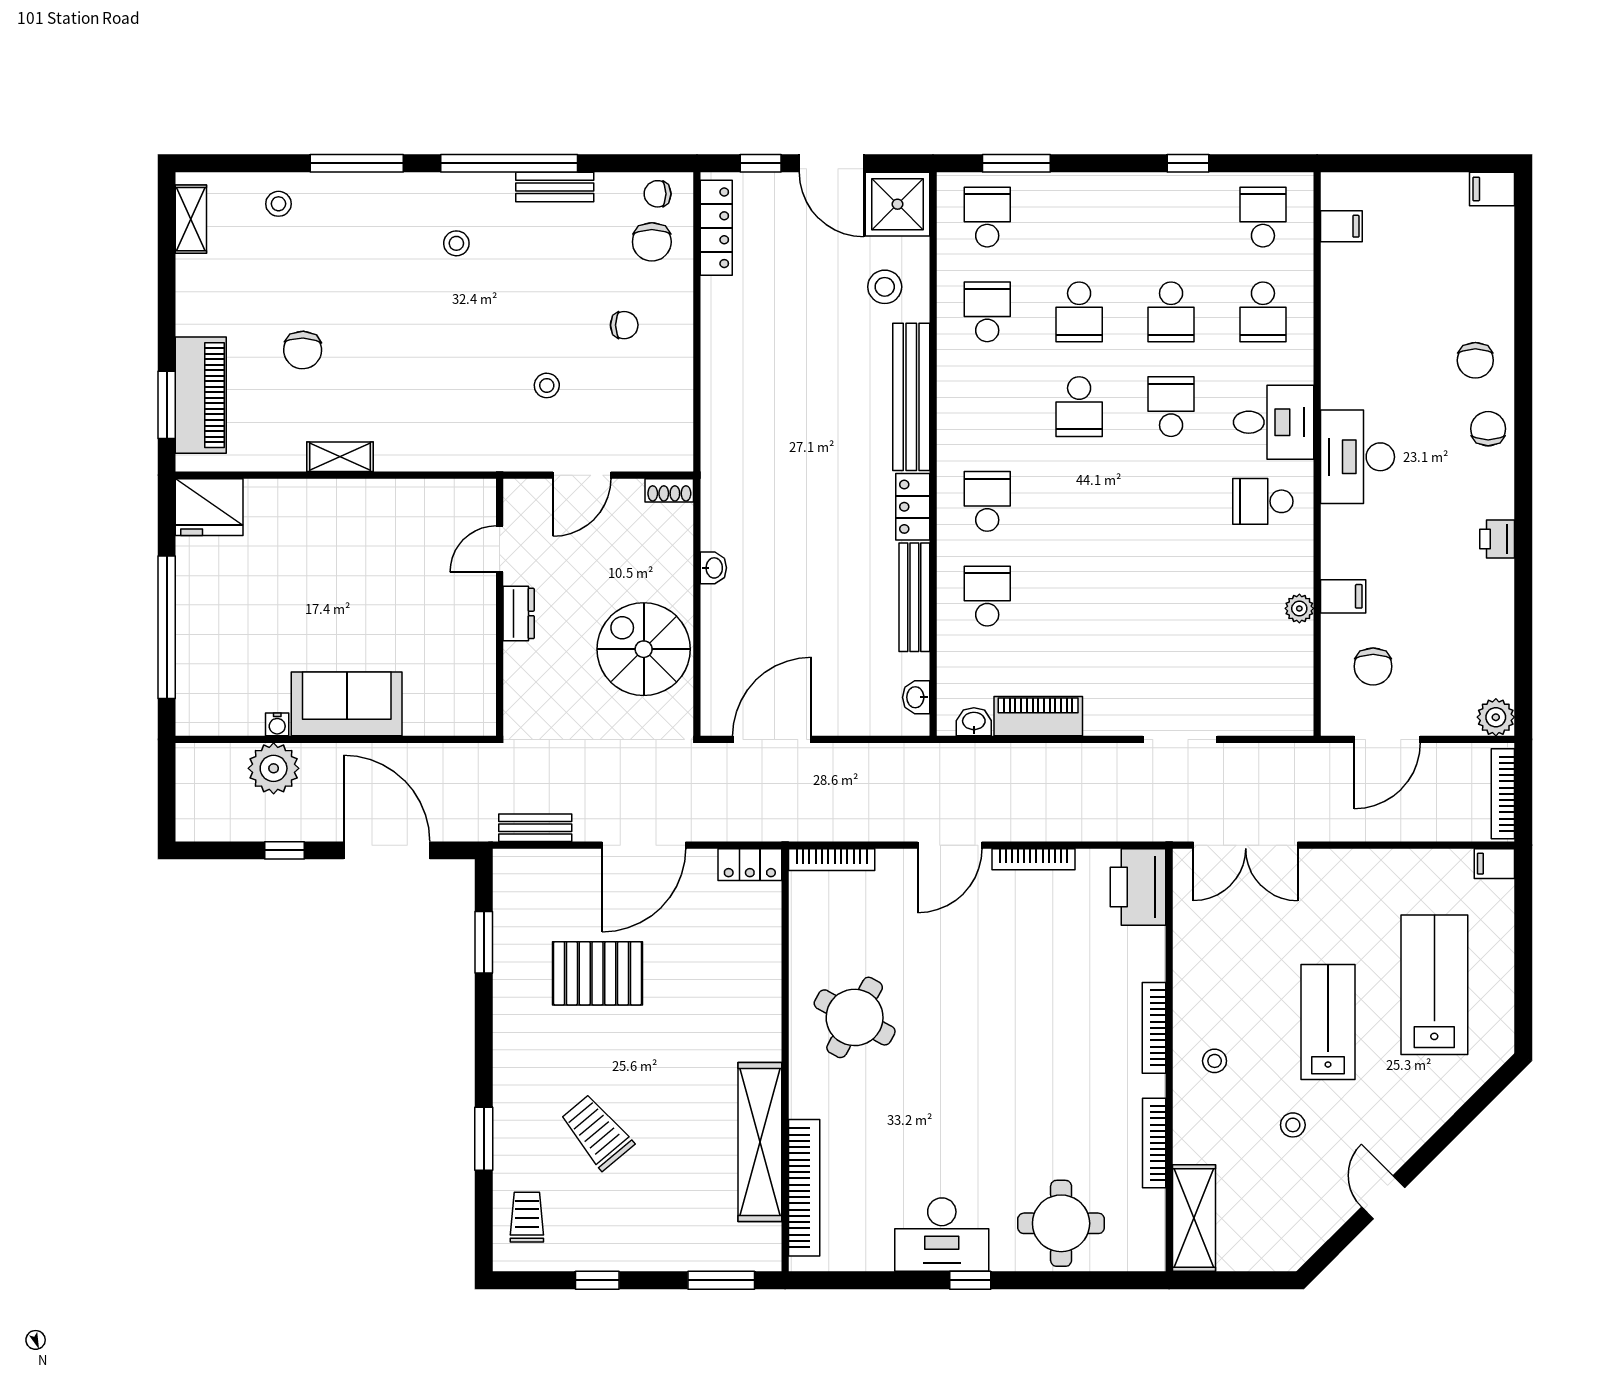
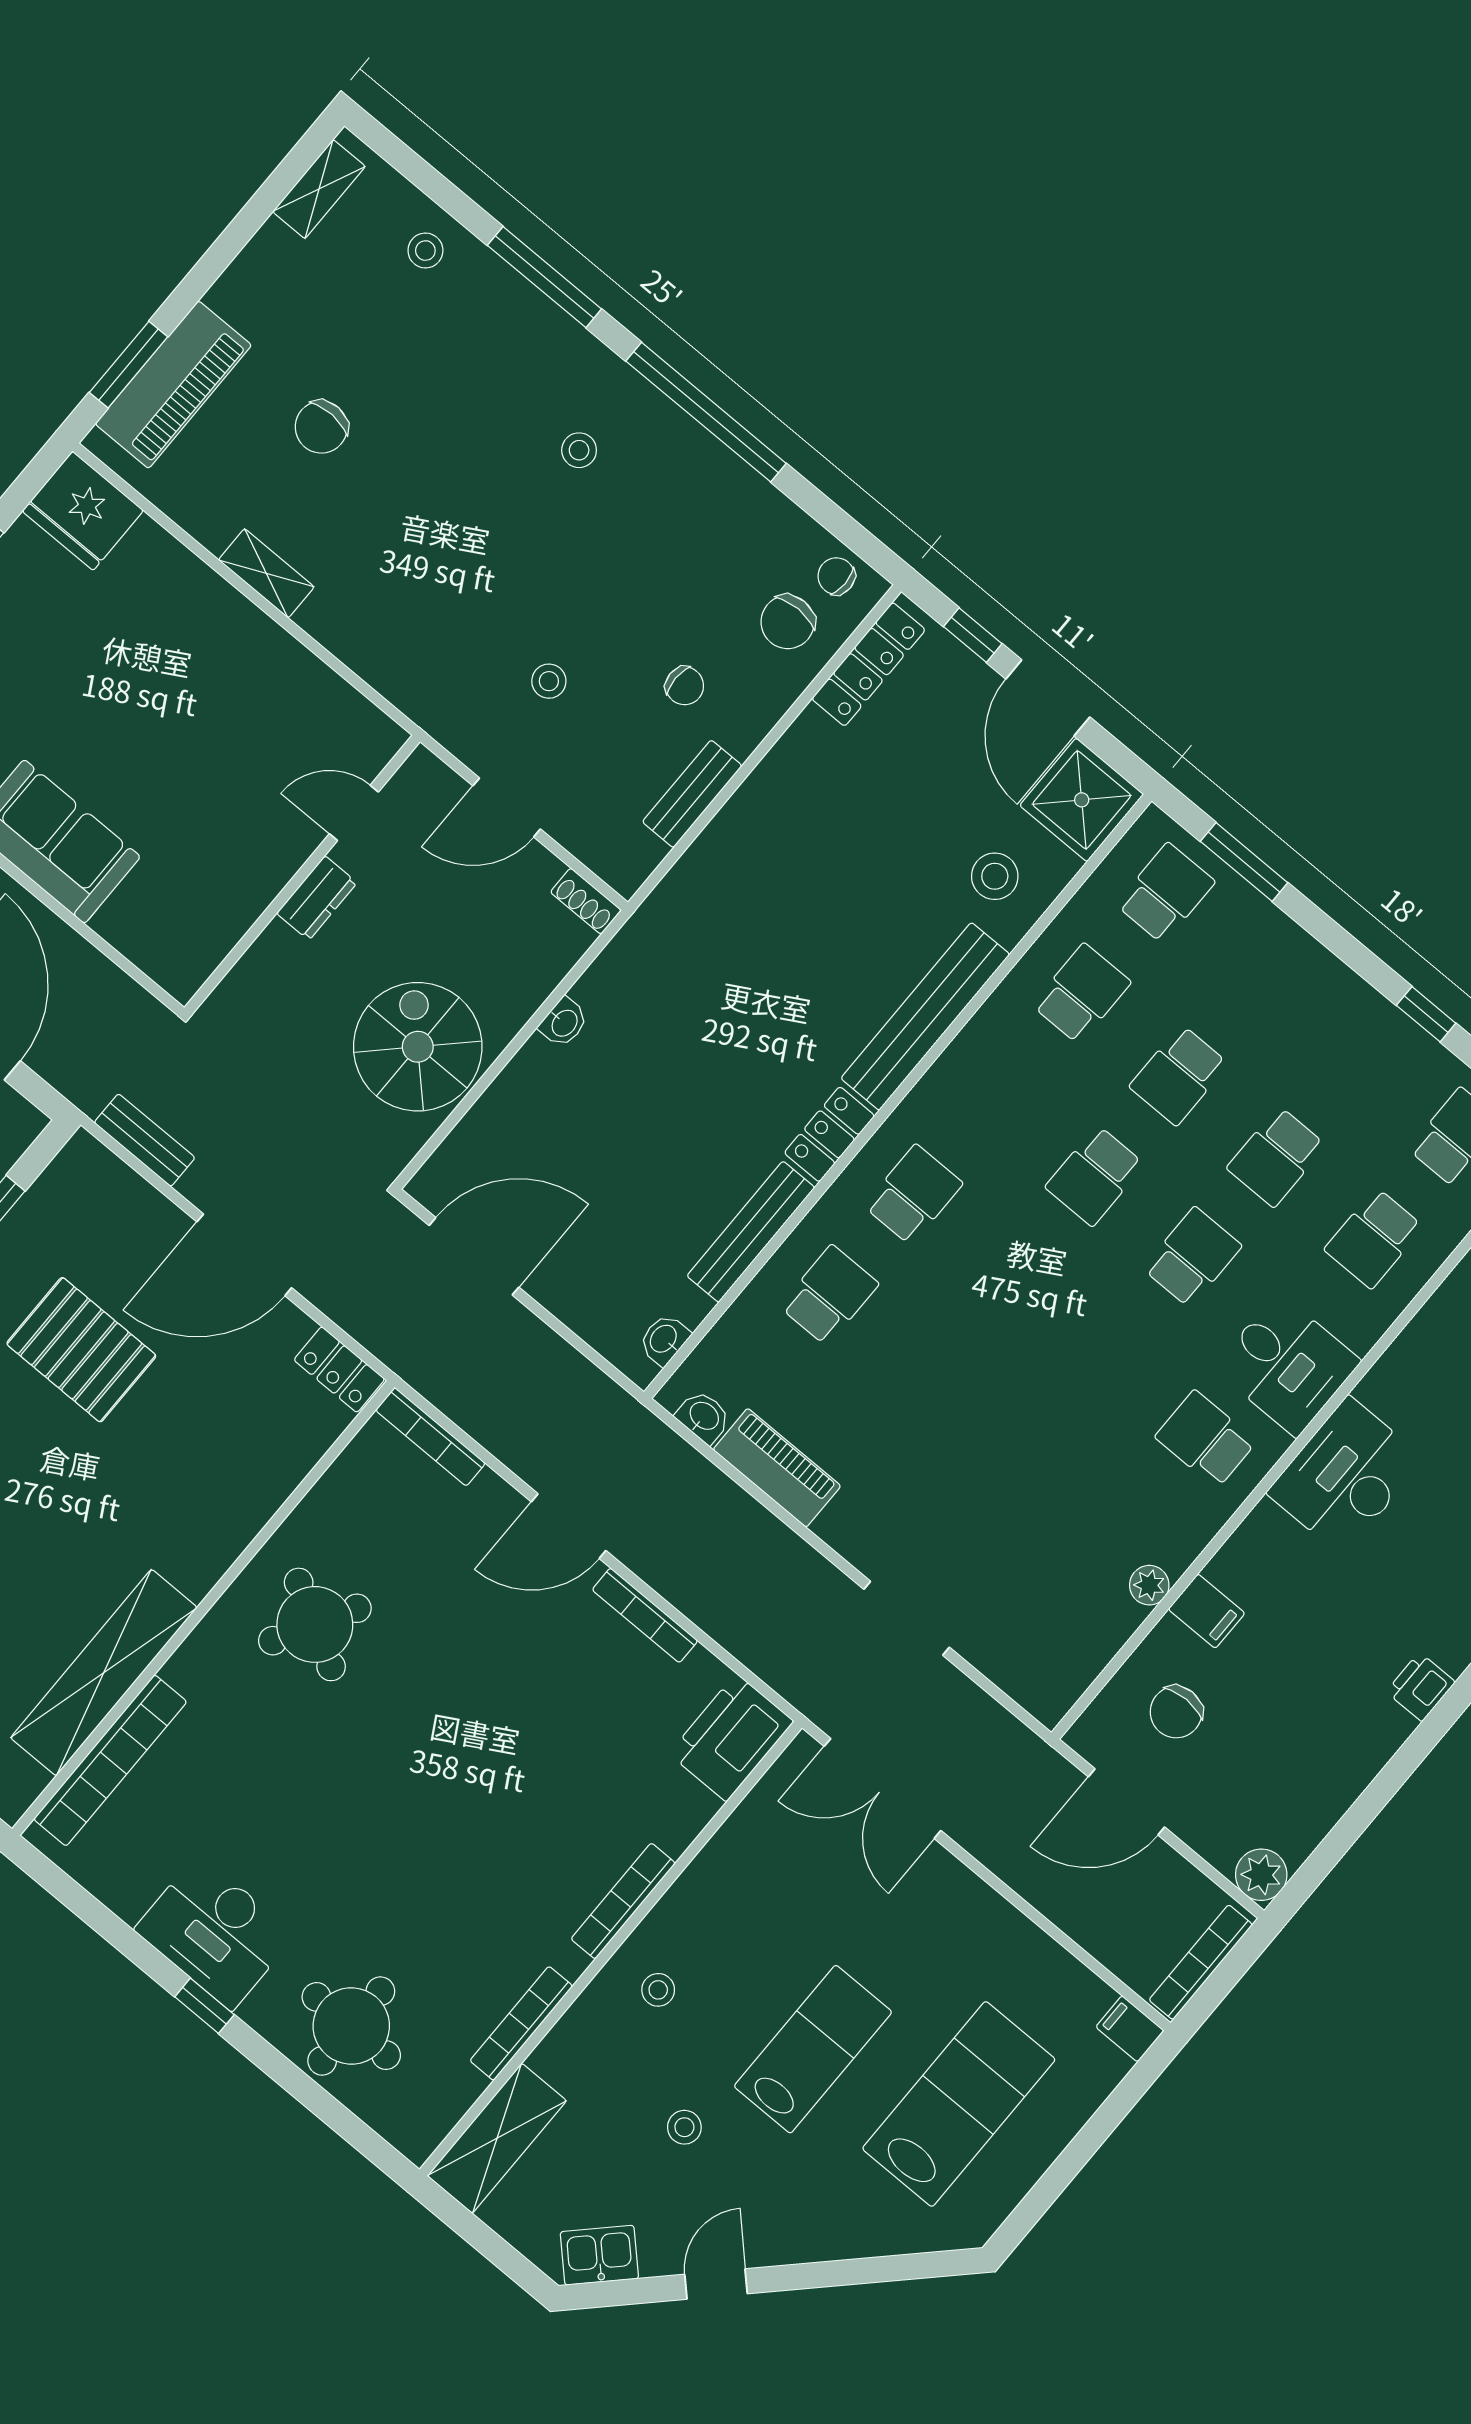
bench: (555, 187) -> (692, 794), moved, turned 90
kitchen sink: (1305, 1235) -> (599, 2255), added

